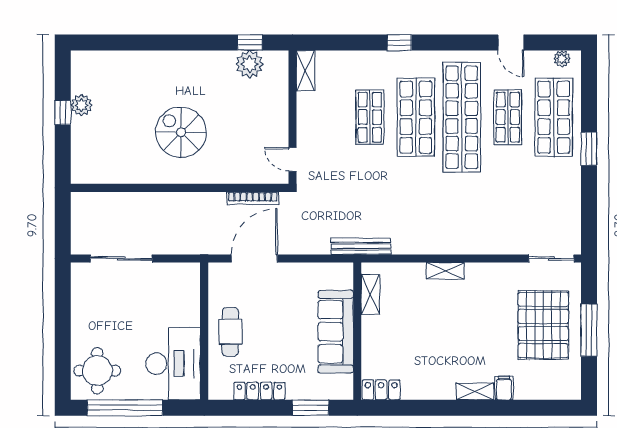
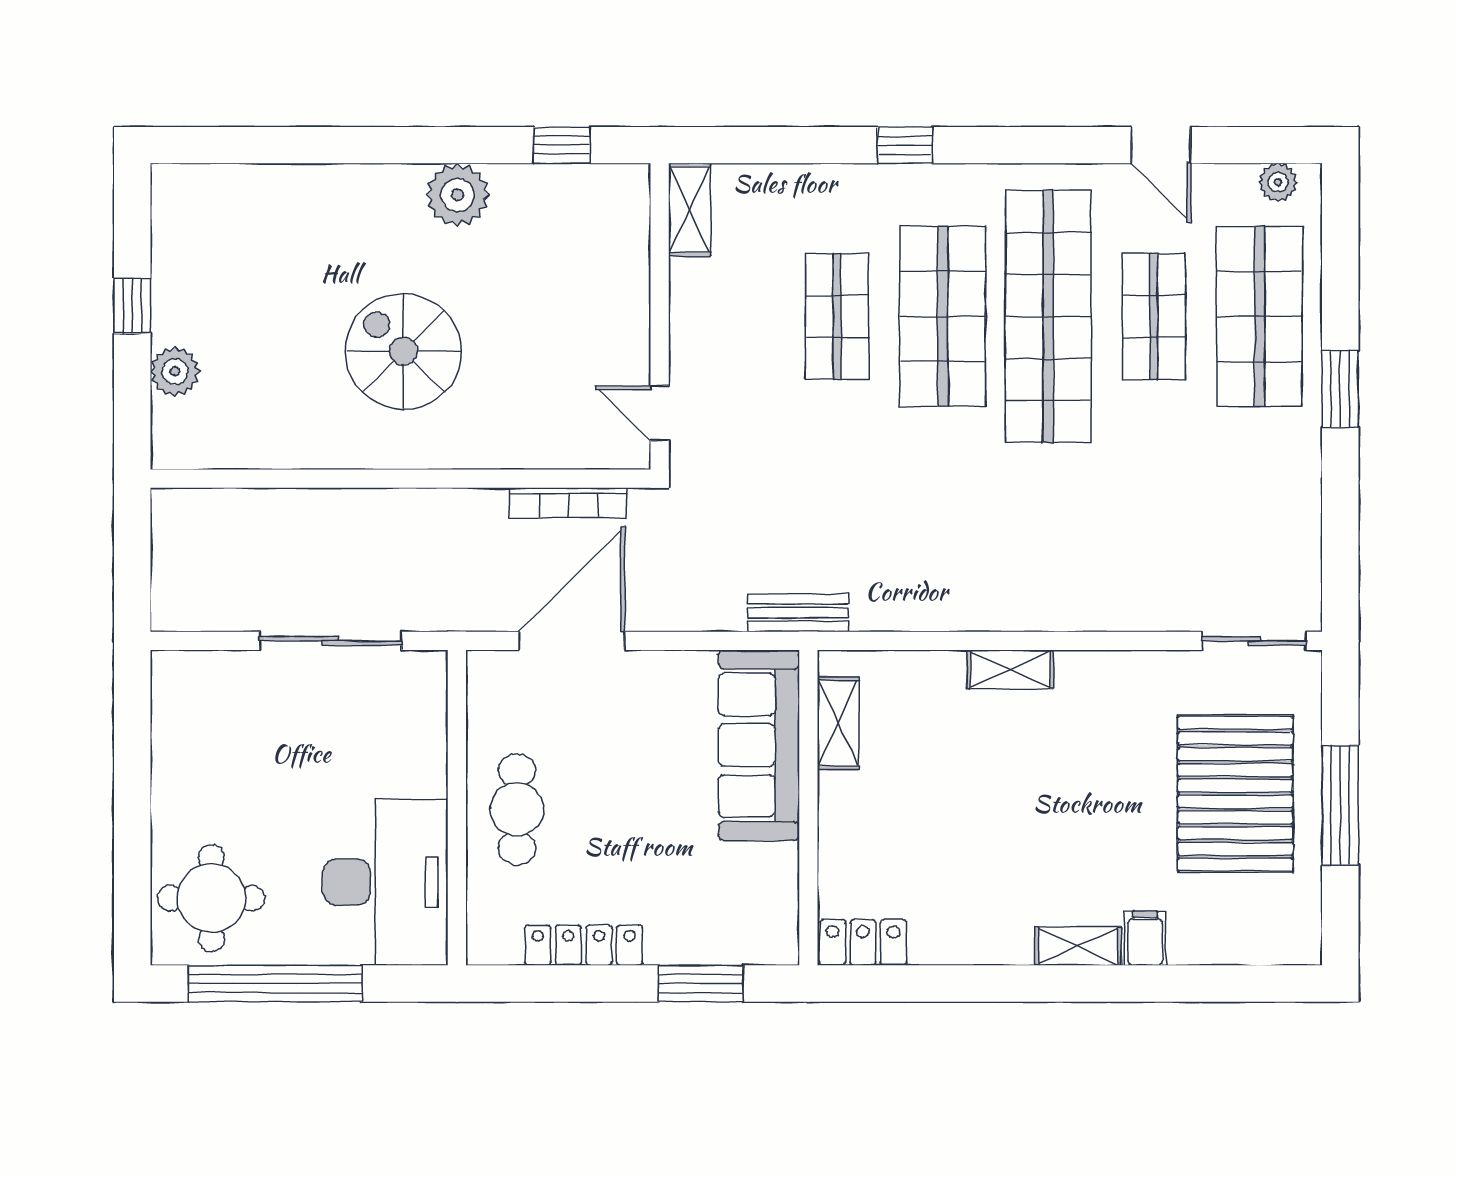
plant: (249, 64) -> (457, 195), moved
plant: (81, 105) -> (175, 371), moved
bench: (361, 246) -> (798, 613), width x0.73
sliding door: (121, 259) -> (331, 641), moved
sofa: (336, 332) -> (759, 745), moved

